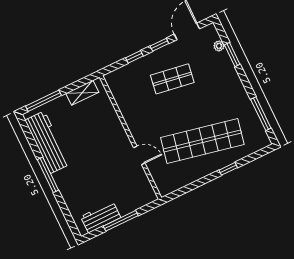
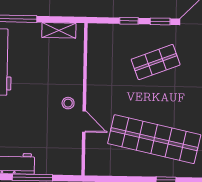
shop shelf: (172, 79) -> (156, 62), turned -30
stool: (119, 147) -> (68, 103), added

